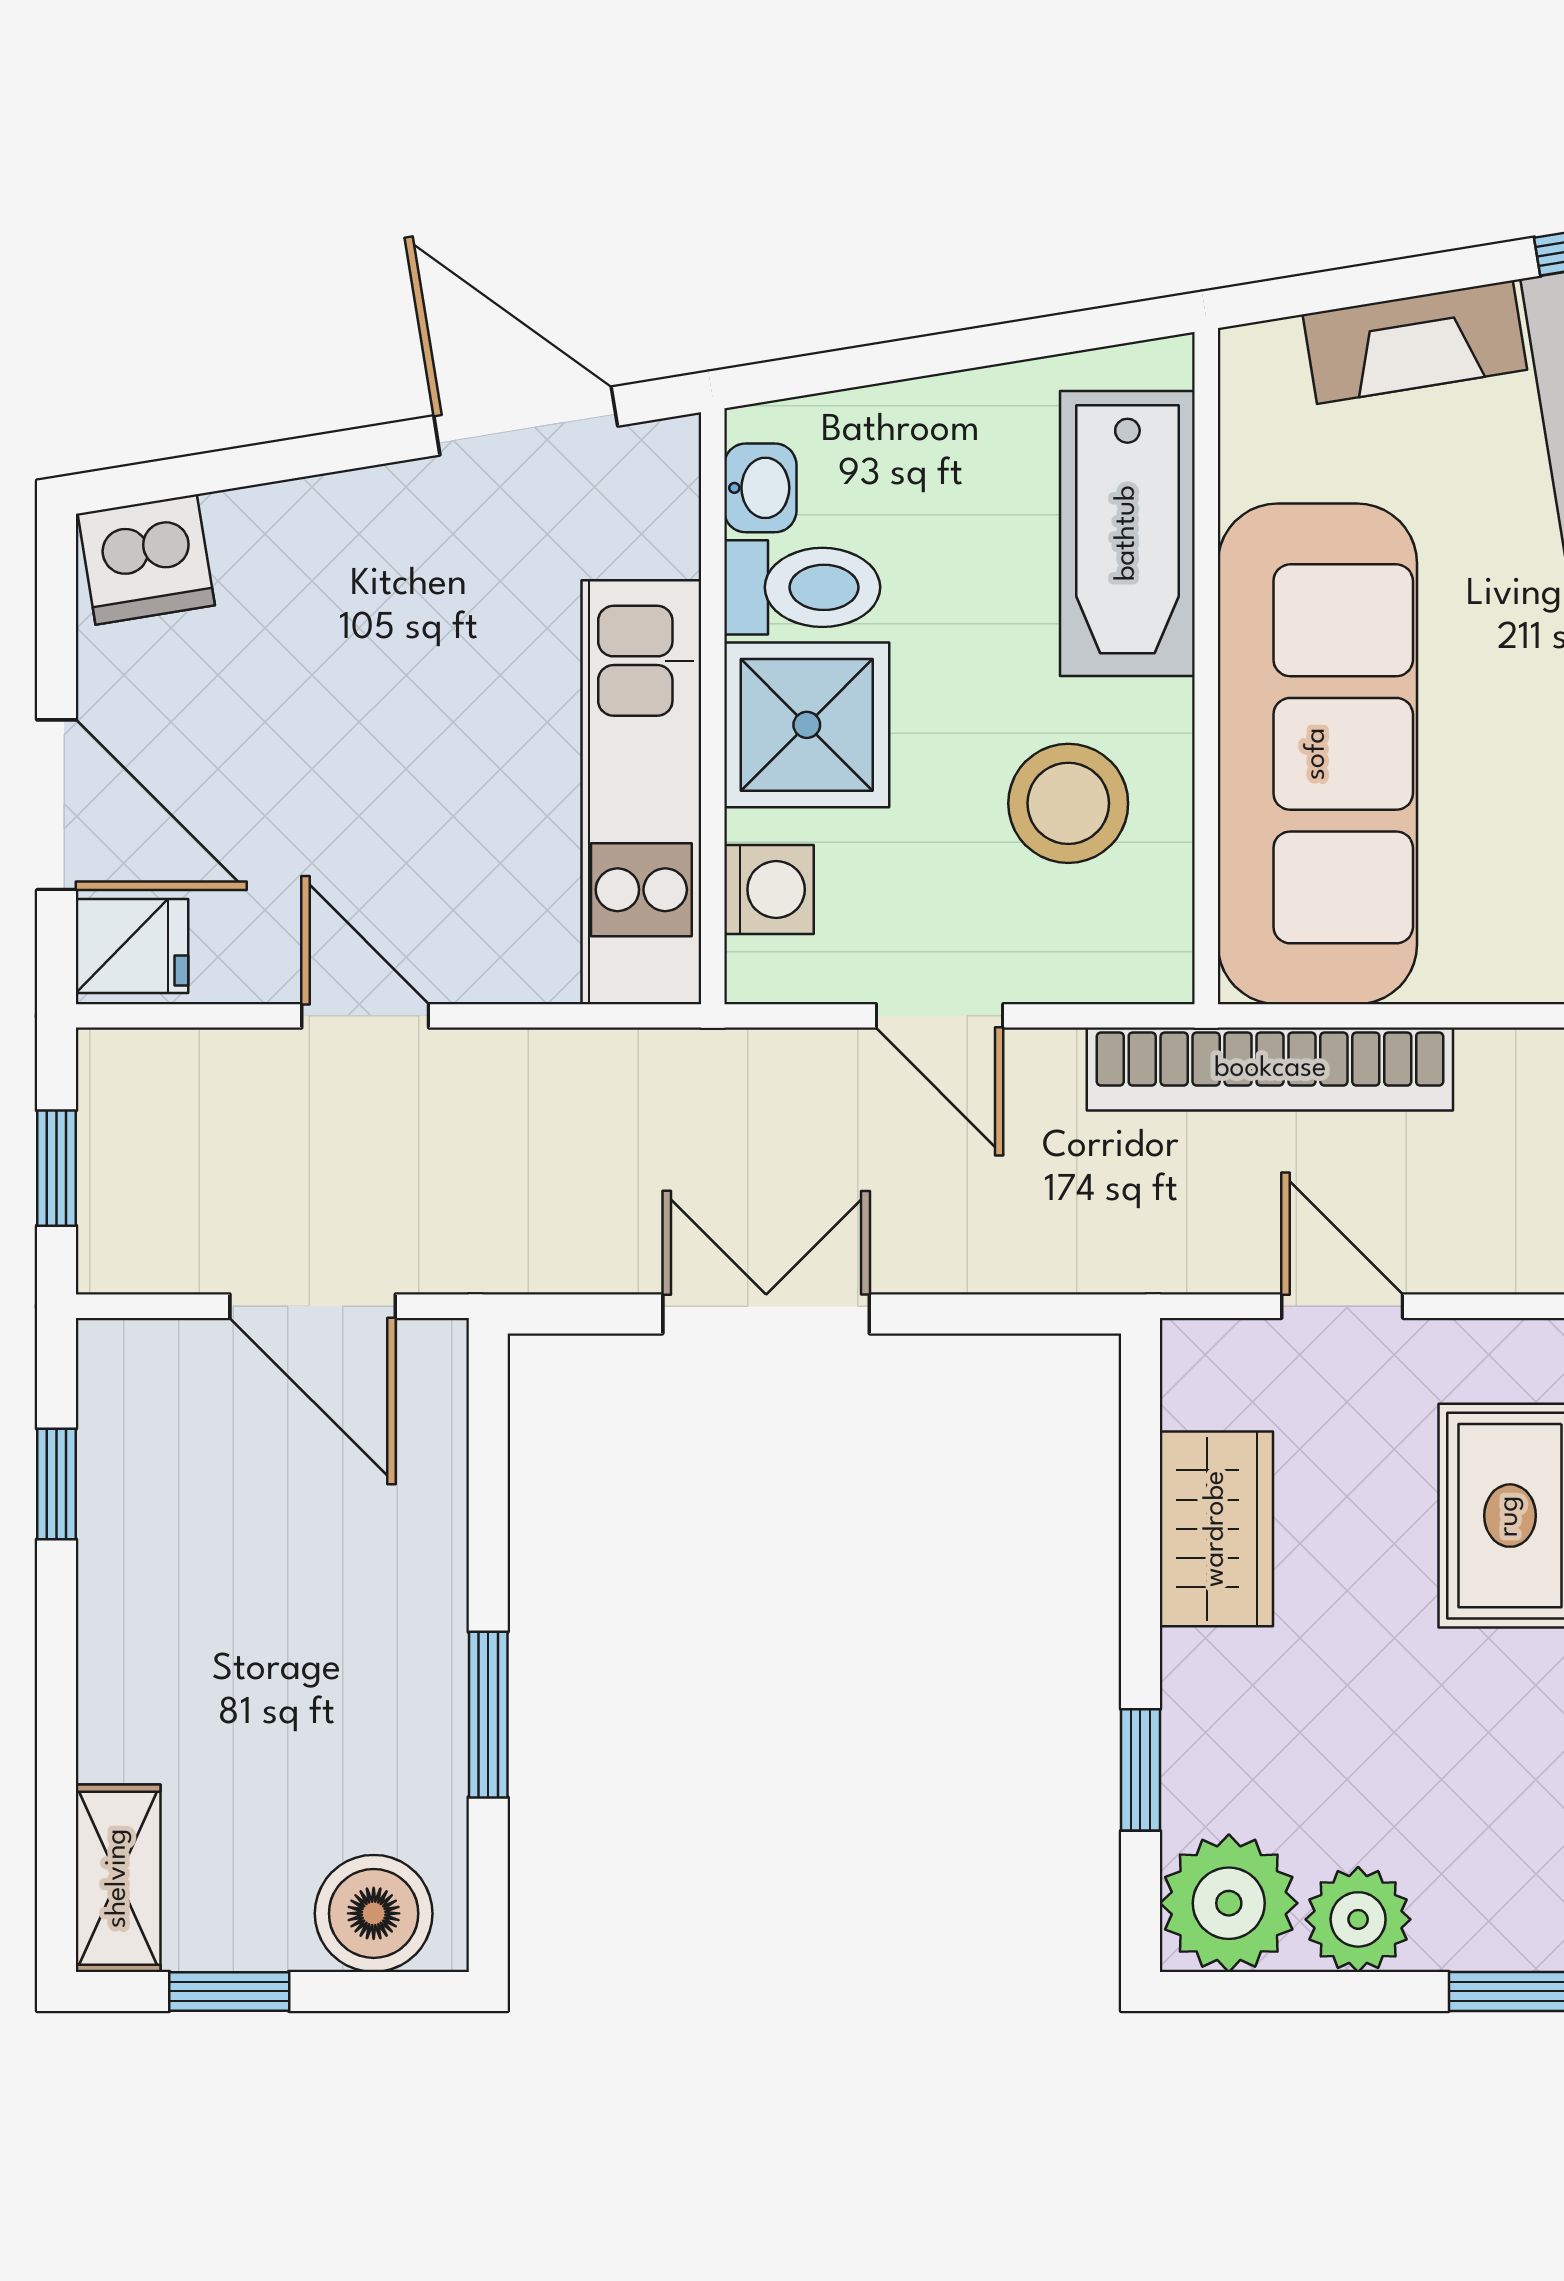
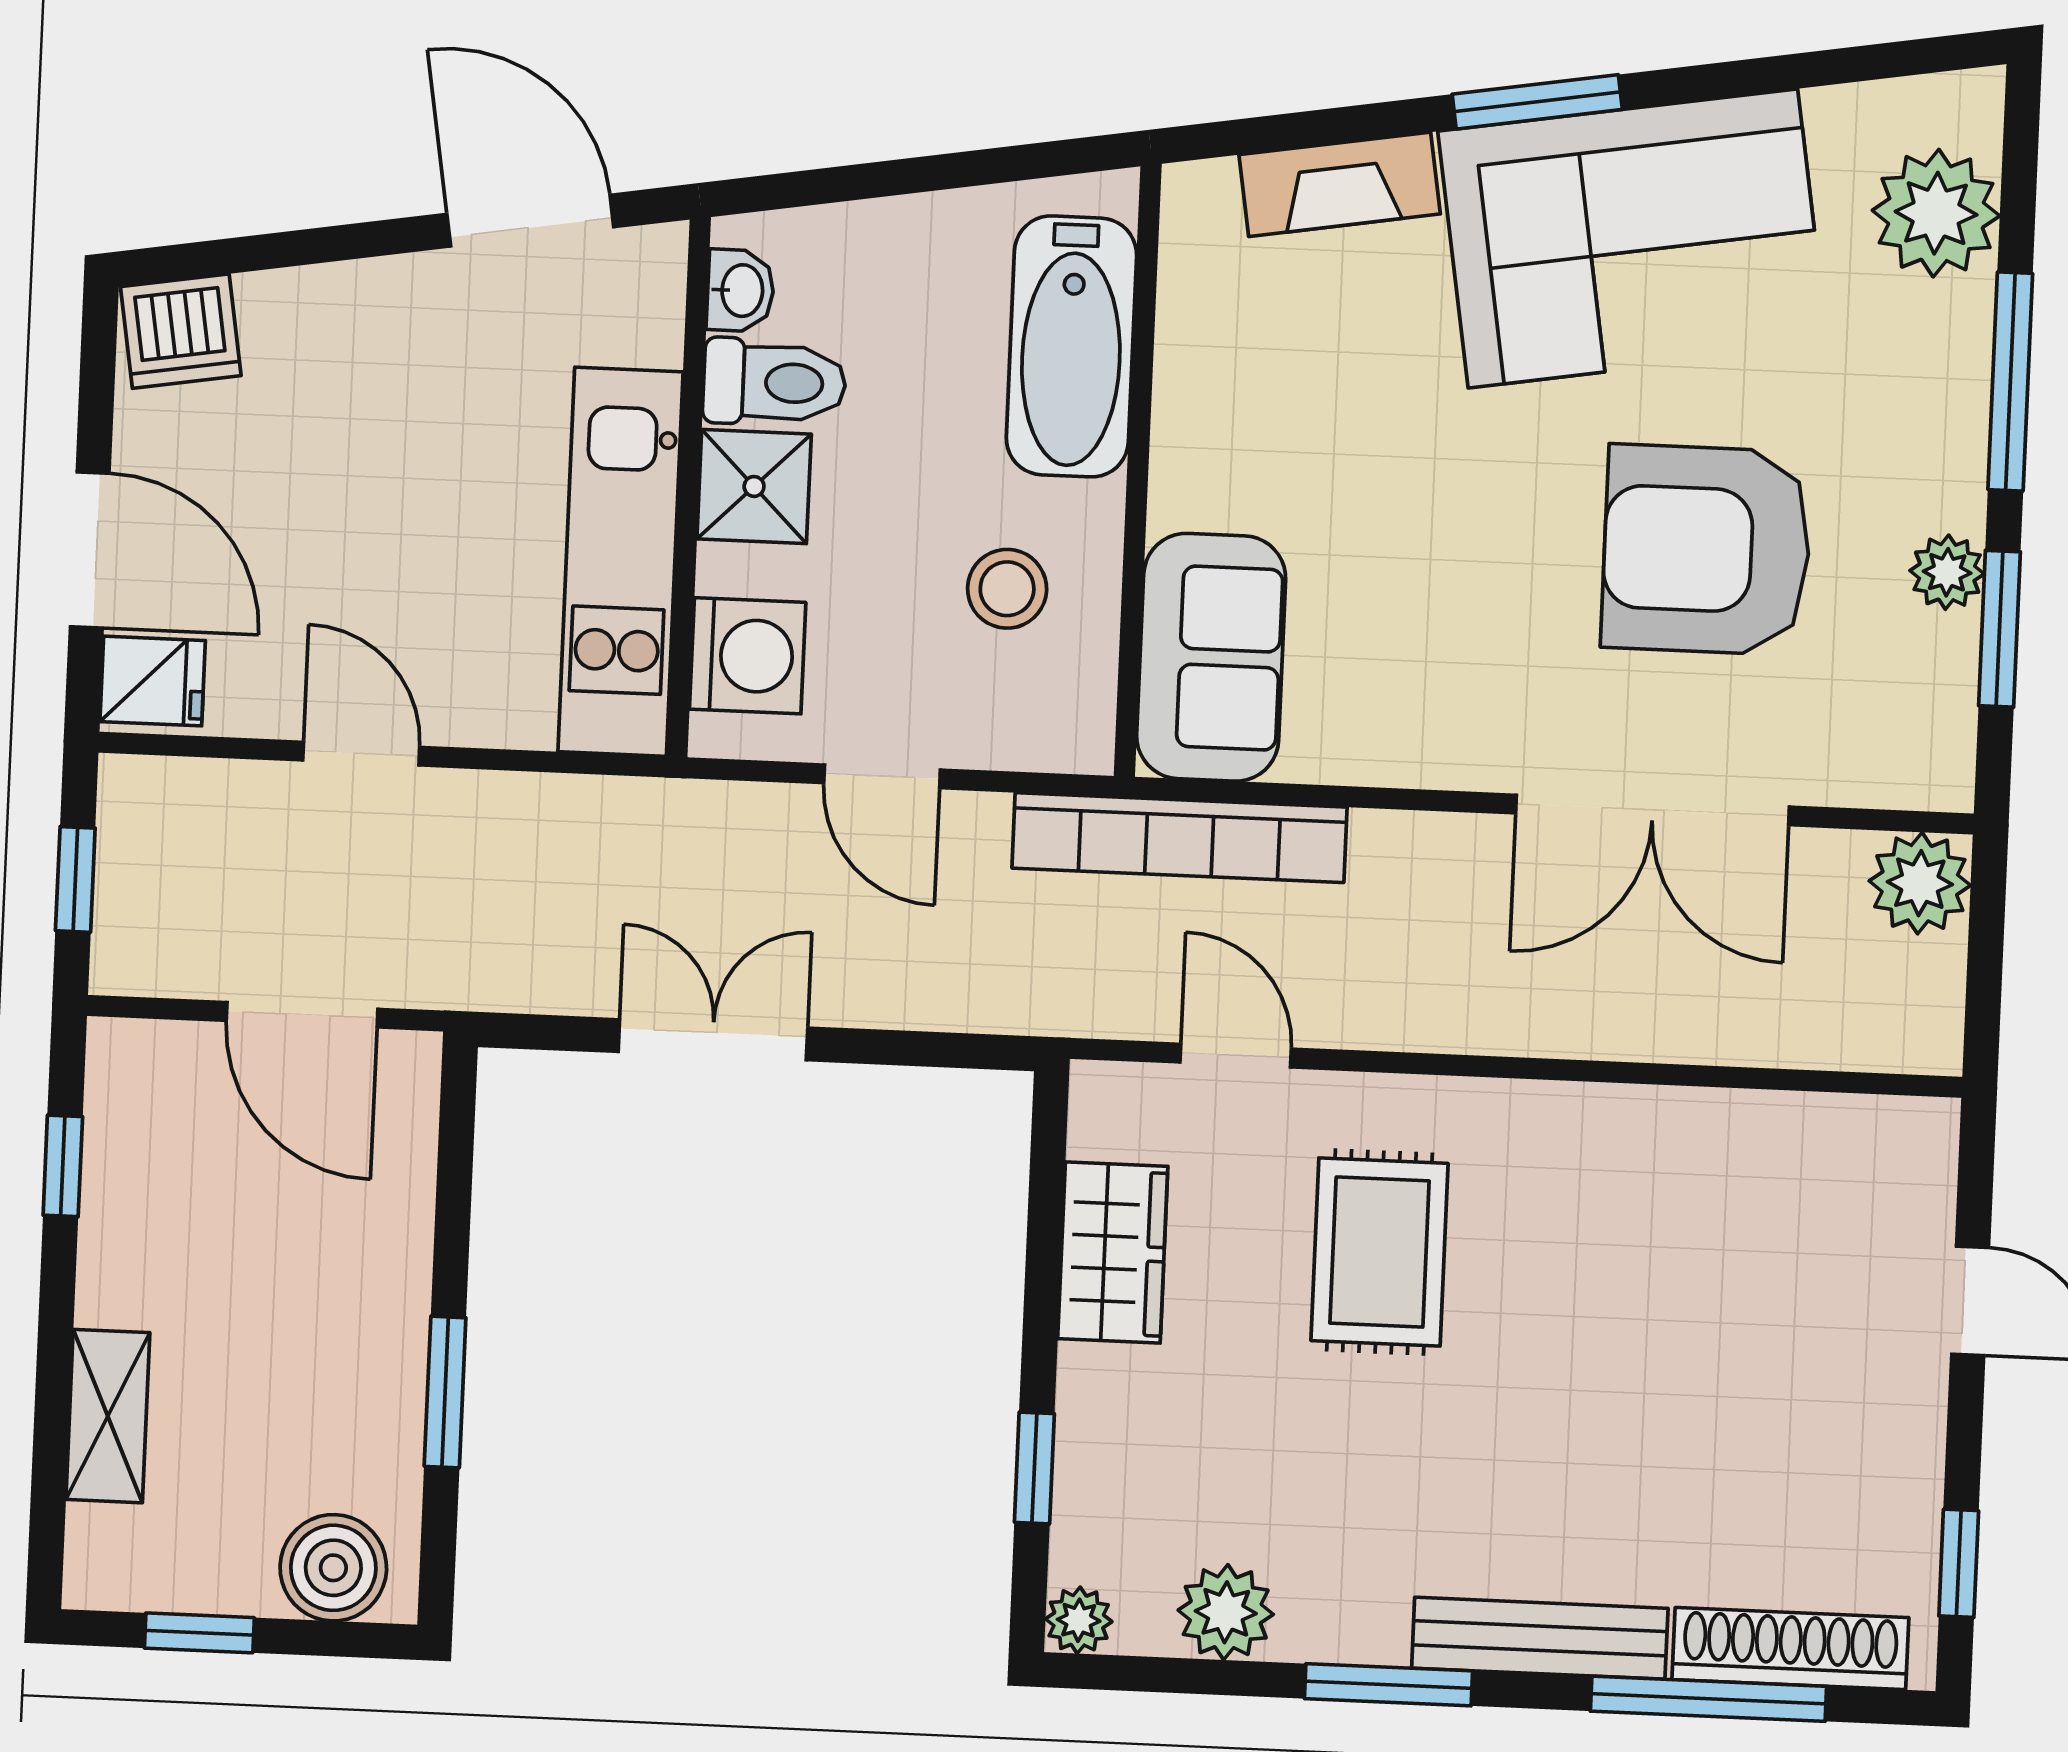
shower: (807, 725) -> (754, 486), width x0.73, depth x0.73
sofa: (1317, 754) -> (1211, 657), width x0.54, depth x0.79
stool: (1068, 803) -> (1007, 589), width x0.73, depth x0.73
washing machine: (769, 890) -> (748, 656), width x1.38, depth x1.38
shelving: (118, 1878) -> (108, 1416), moved
plant: (1229, 1903) -> (1079, 1620), width x0.53, depth x0.53

